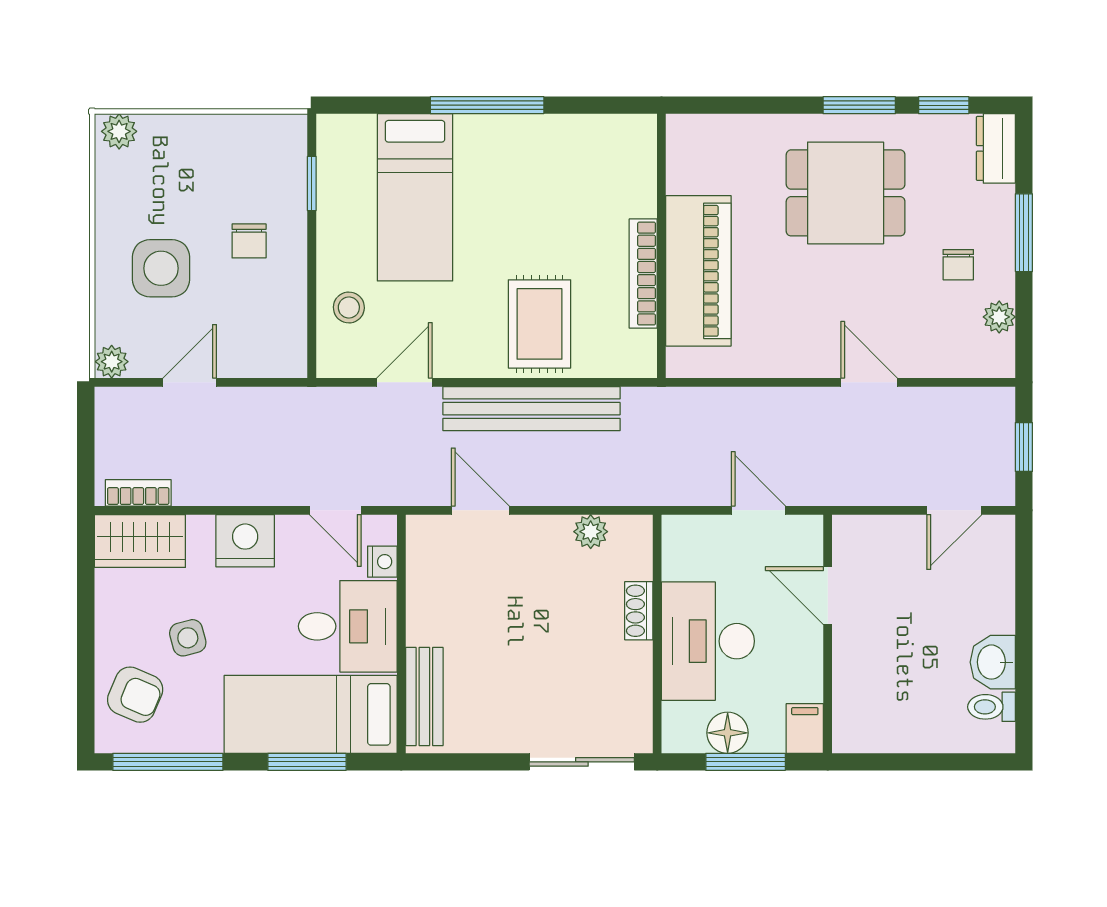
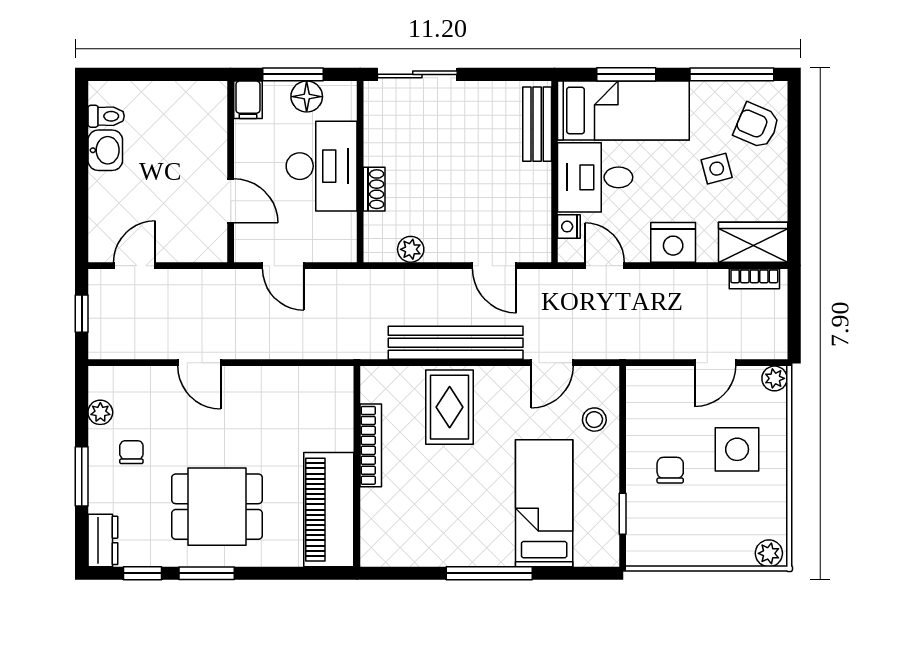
piano: (698, 271) -> (329, 510), moved

